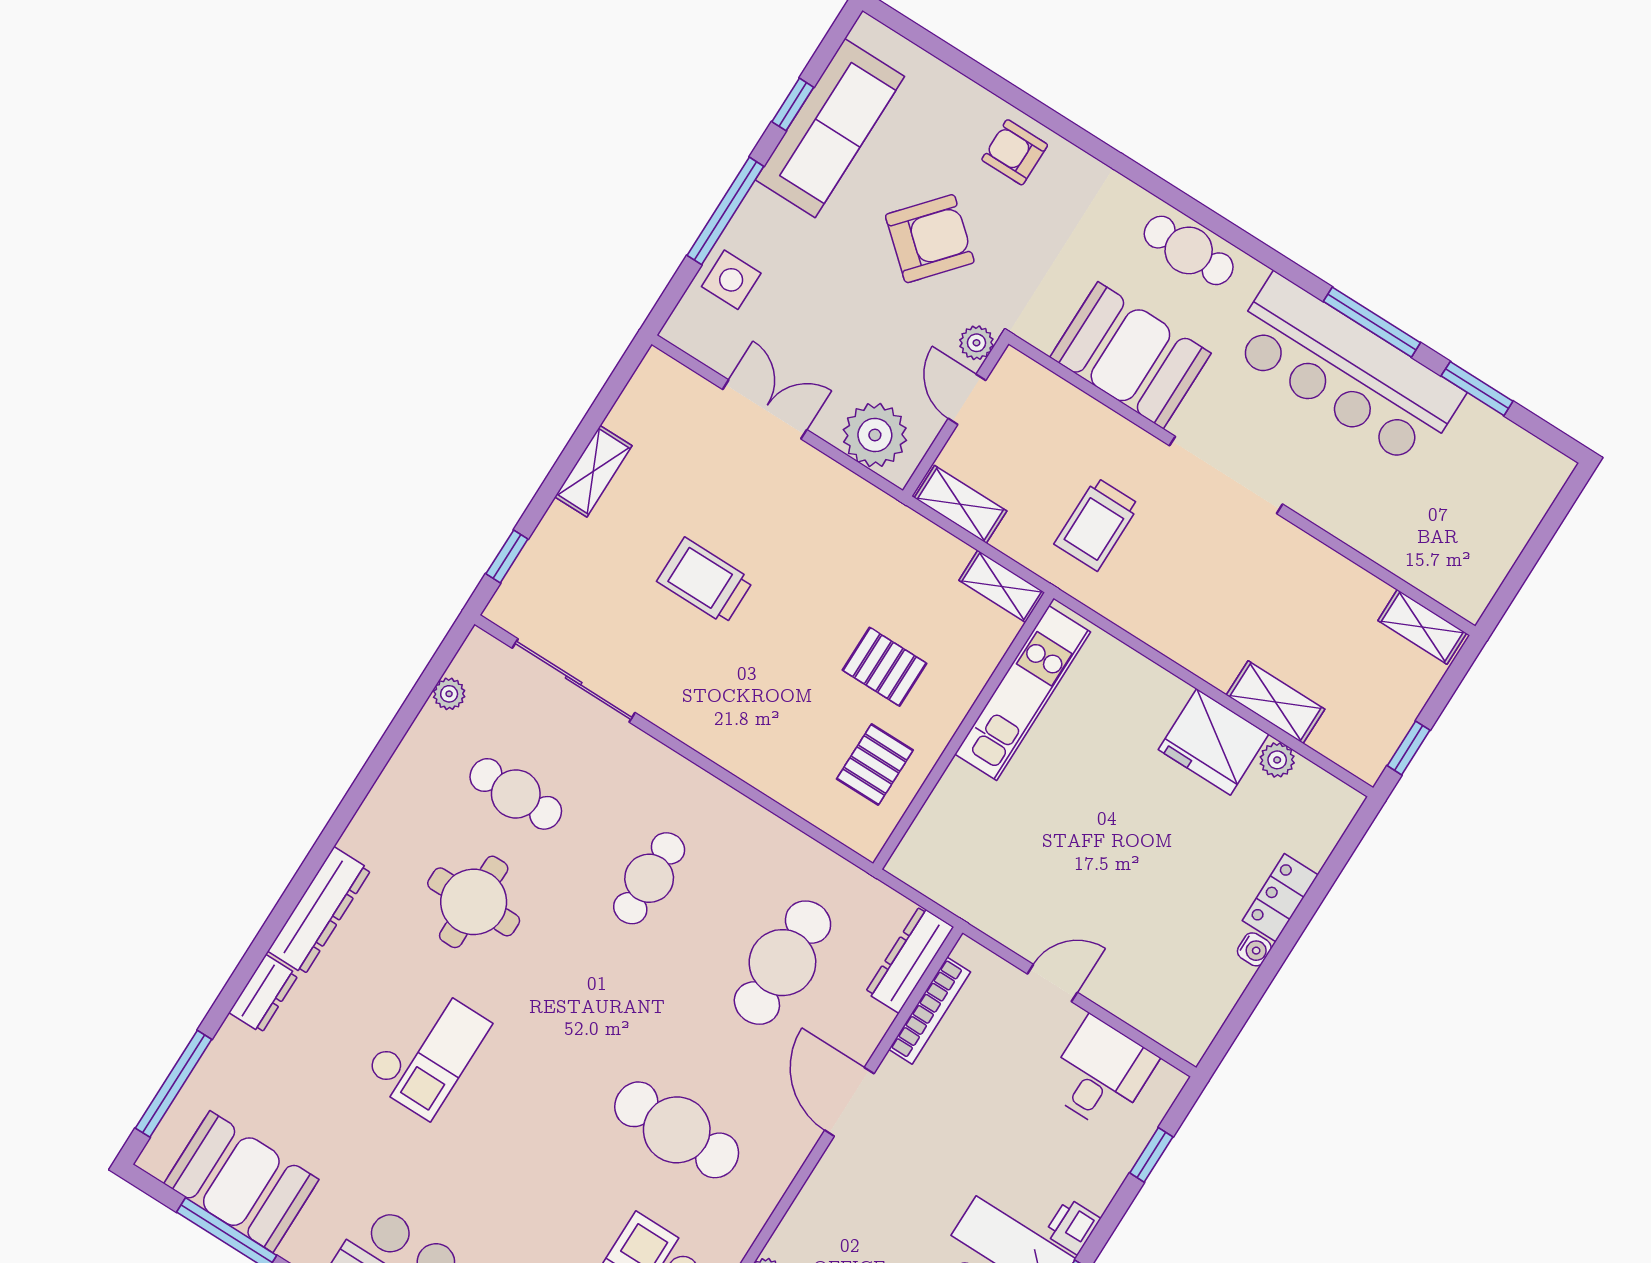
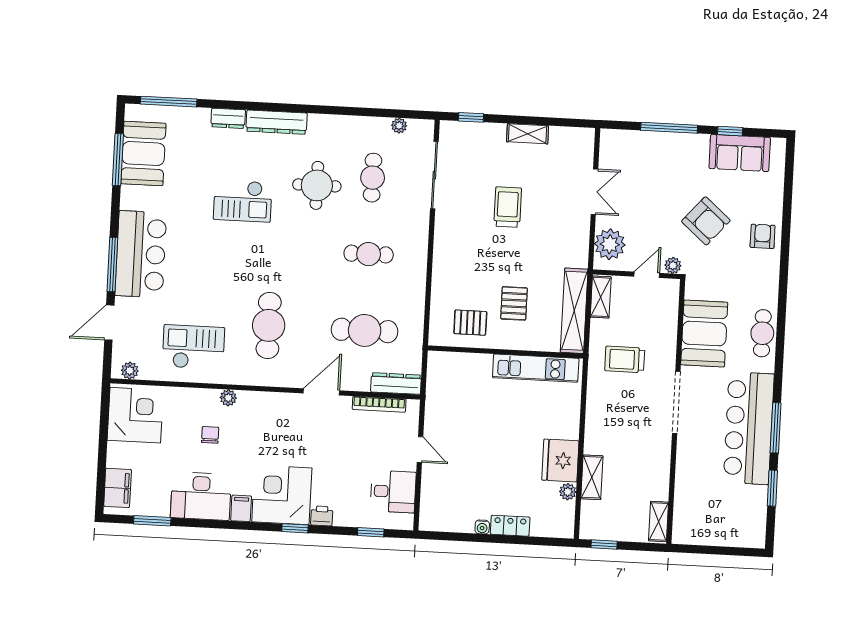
sofa: (830, 128) -> (740, 153), width x0.73
side table: (731, 280) -> (641, 147), removed
shelving: (1002, 586) -> (574, 311), width x2.20, depth x1.33

